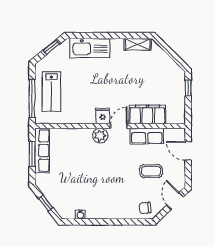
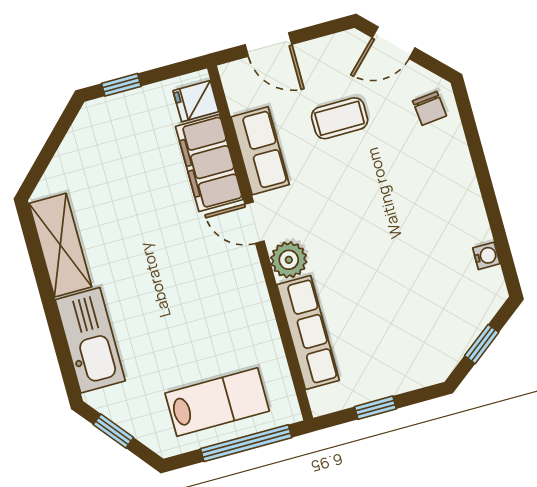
shelving: (138, 44) -> (60, 245), width x1.50, depth x1.33
fridge: (103, 116) -> (196, 101), moved
row of seats: (42, 150) -> (308, 333), moved, turned 90
door: (188, 151) -> (269, 45), hinge flipped
window: (32, 154) -> (375, 408), width x0.67
coffee table: (151, 171) -> (340, 118), turned 90

